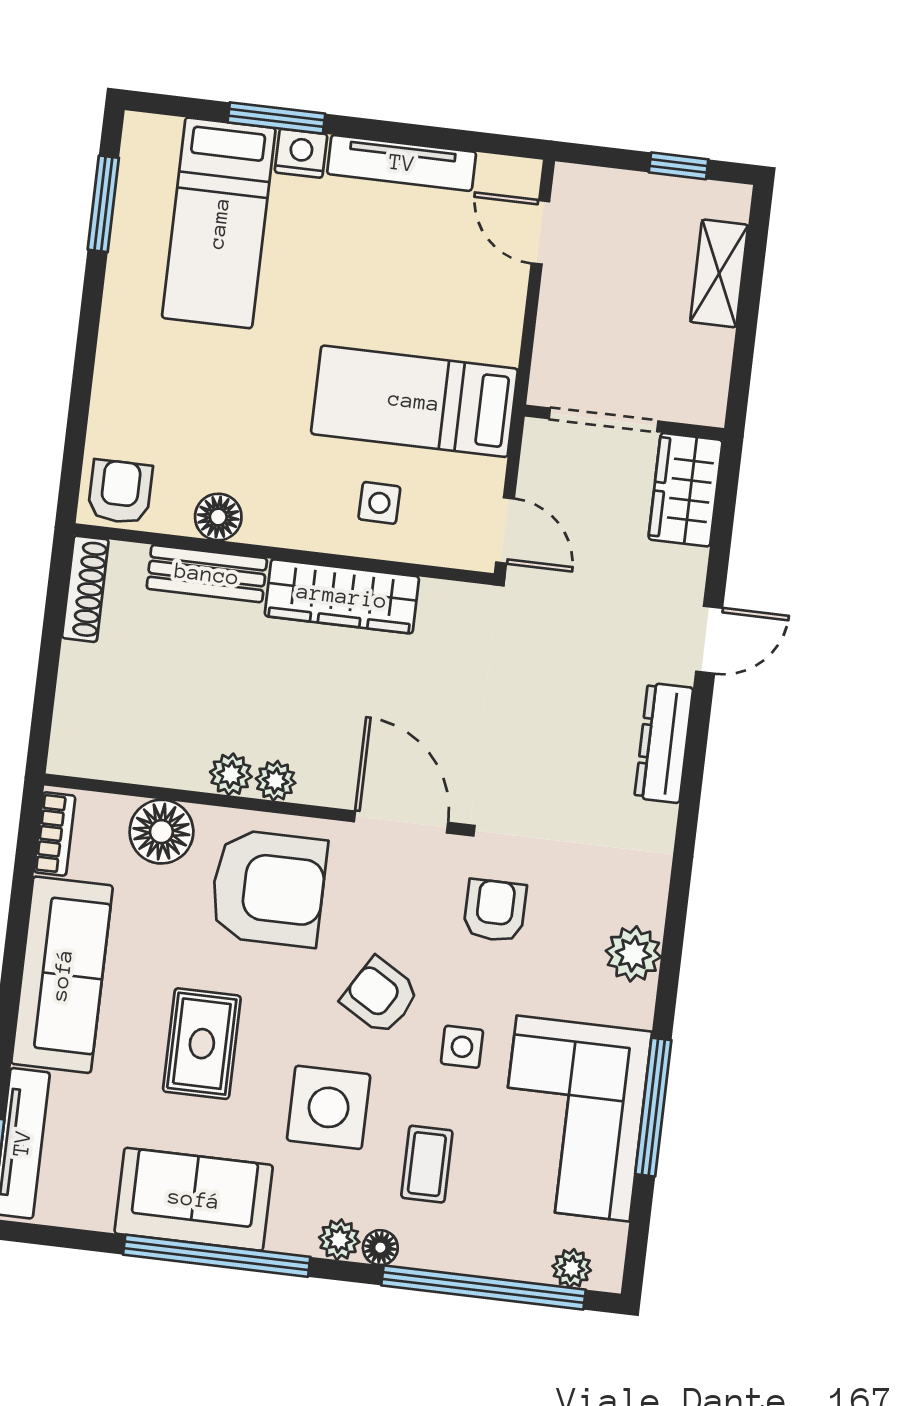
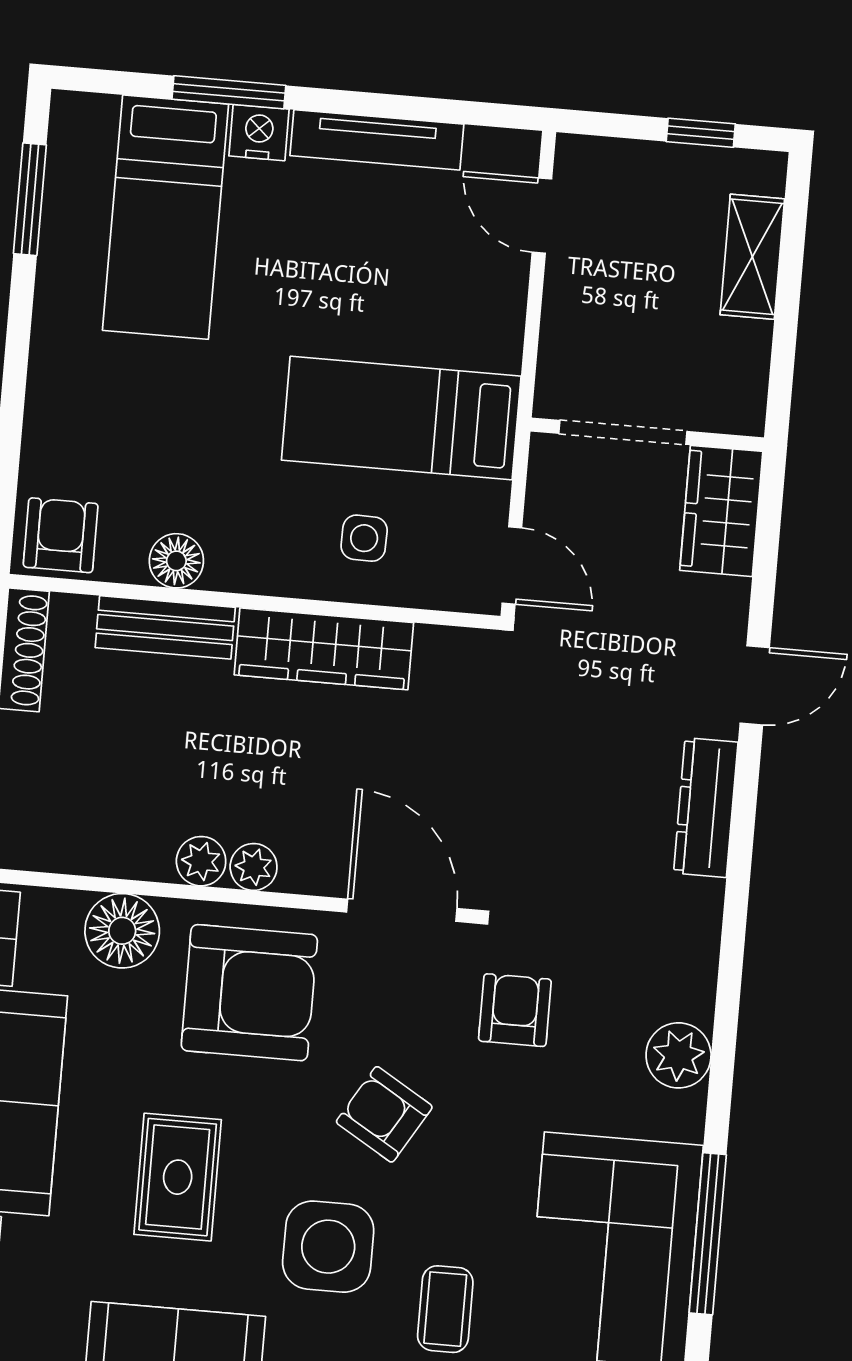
side table: (462, 1047) -> (482, 1171), removed

